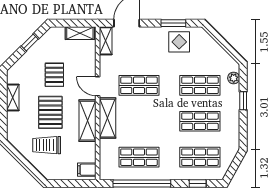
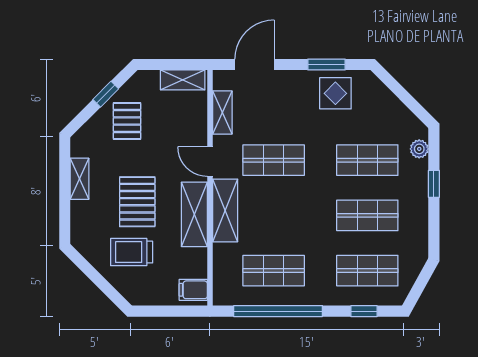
shelving: (106, 41) -> (222, 113), moved
pallet: (54, 75) -> (127, 121), moved

